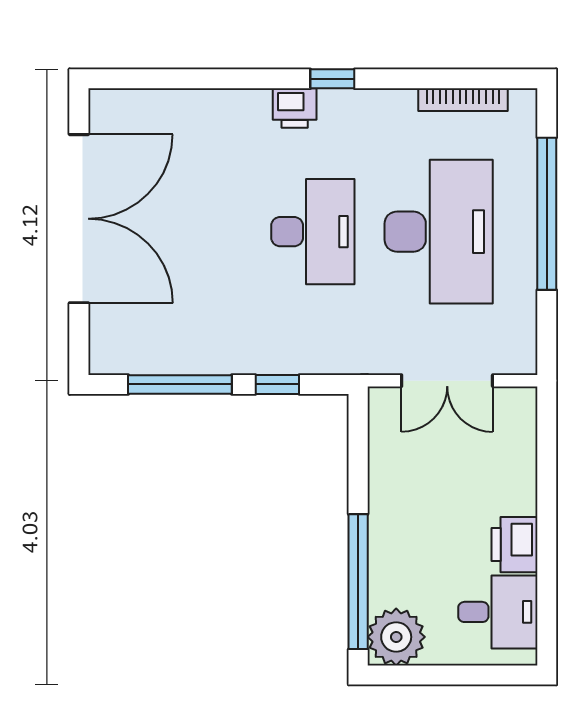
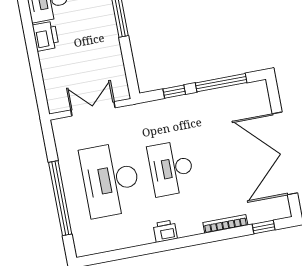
window: (332, 79) -> (264, 227), moved
bookcase: (463, 100) -> (225, 224), moved
printer: (295, 108) -> (165, 231), moved

